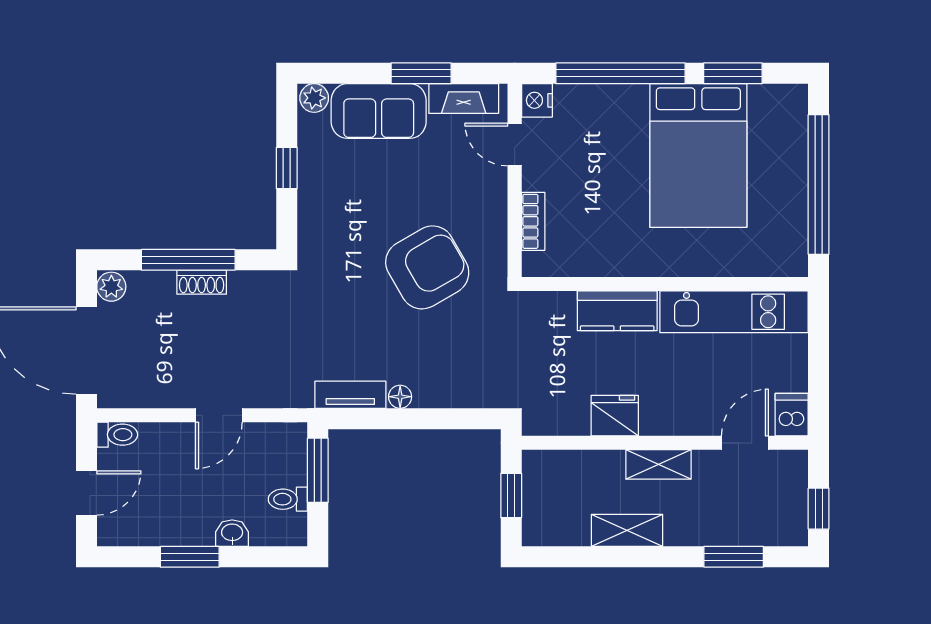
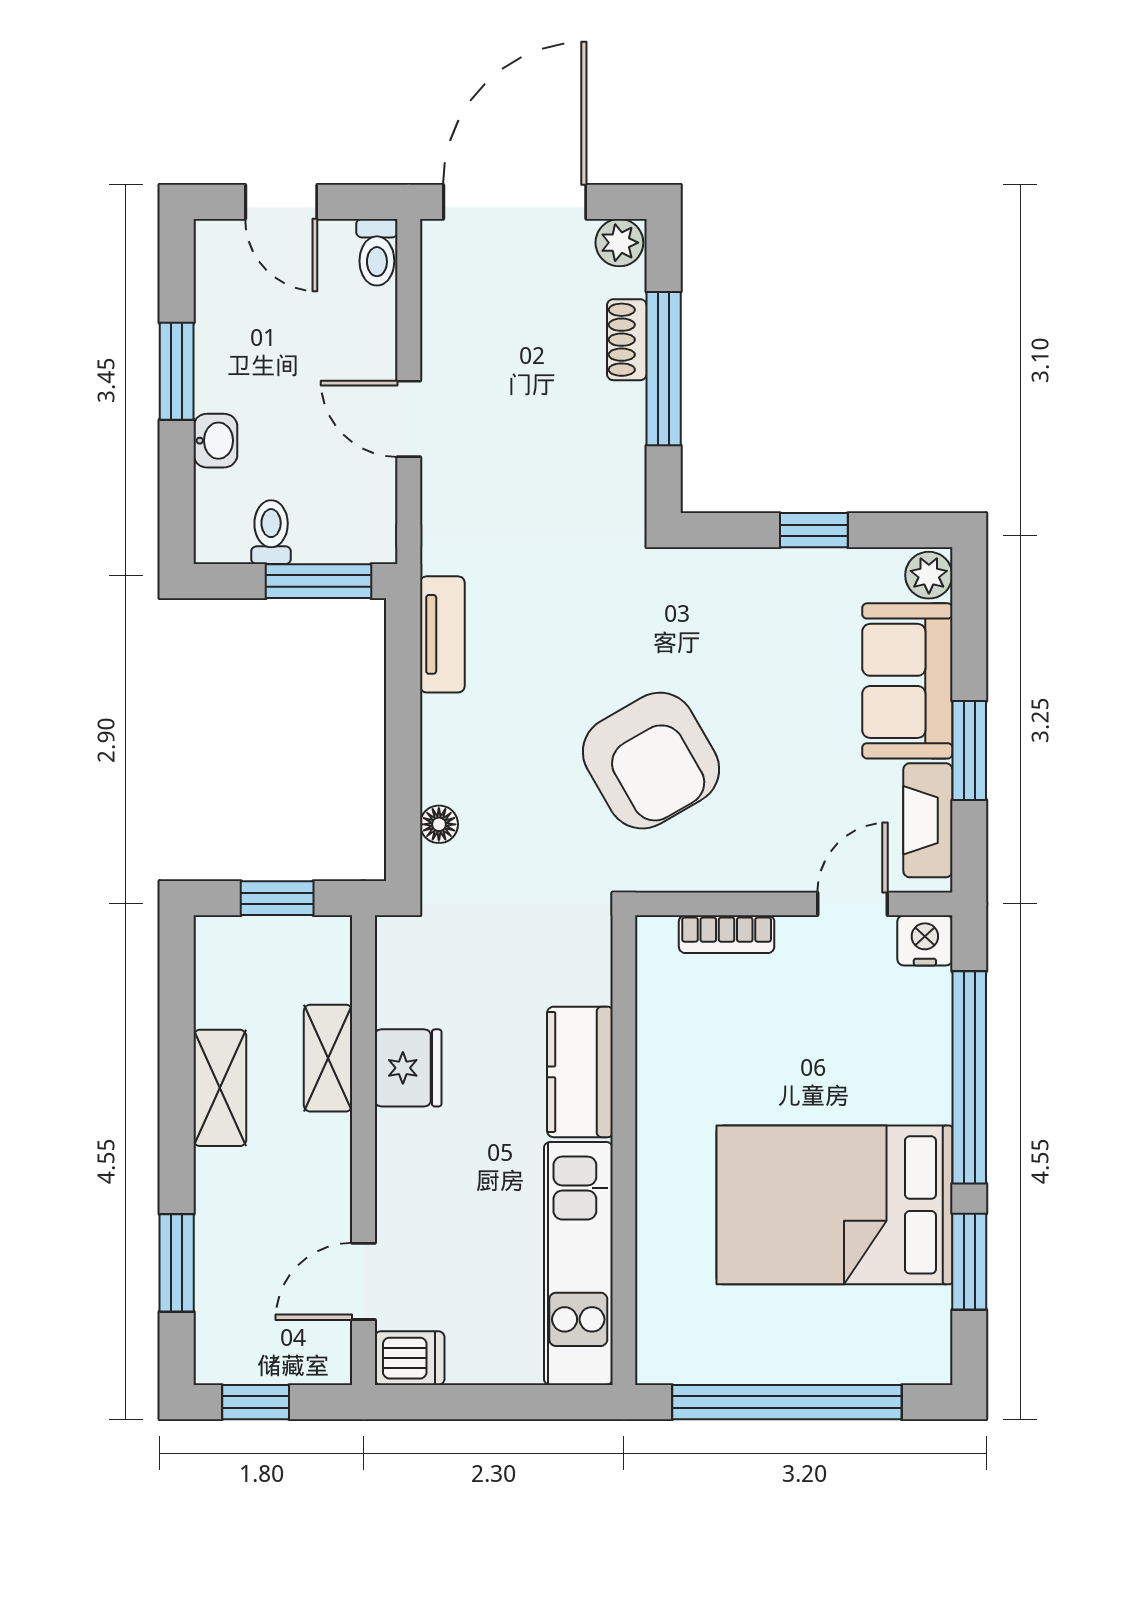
shoe rack: (202, 282) -> (627, 340), moved
floor lamp: (400, 397) -> (439, 824), moved
door: (745, 443) -> (363, 1281), swing flipped
shelving: (658, 464) -> (328, 1058), moved

